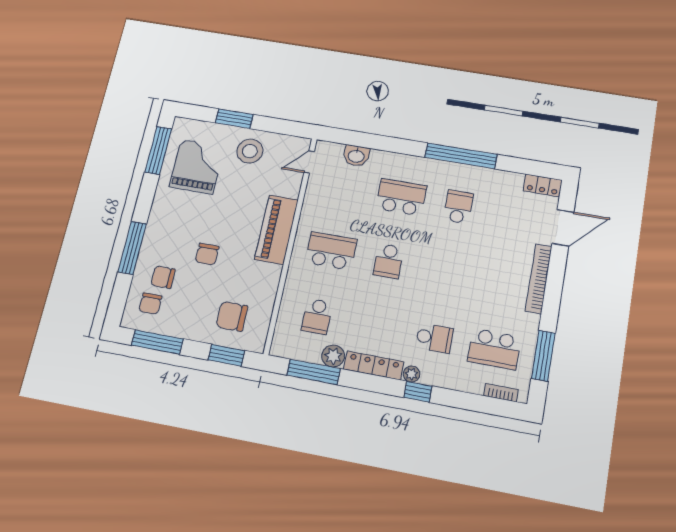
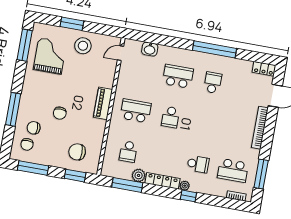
piano: (276, 230) -> (103, 103), width x0.73, depth x0.75

